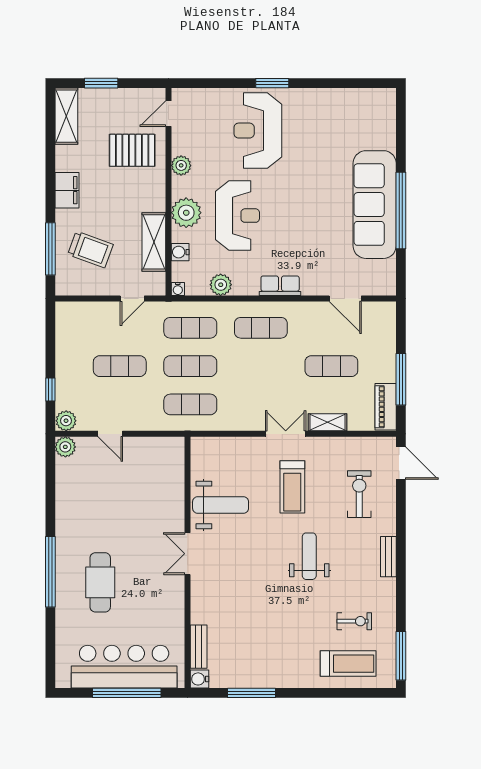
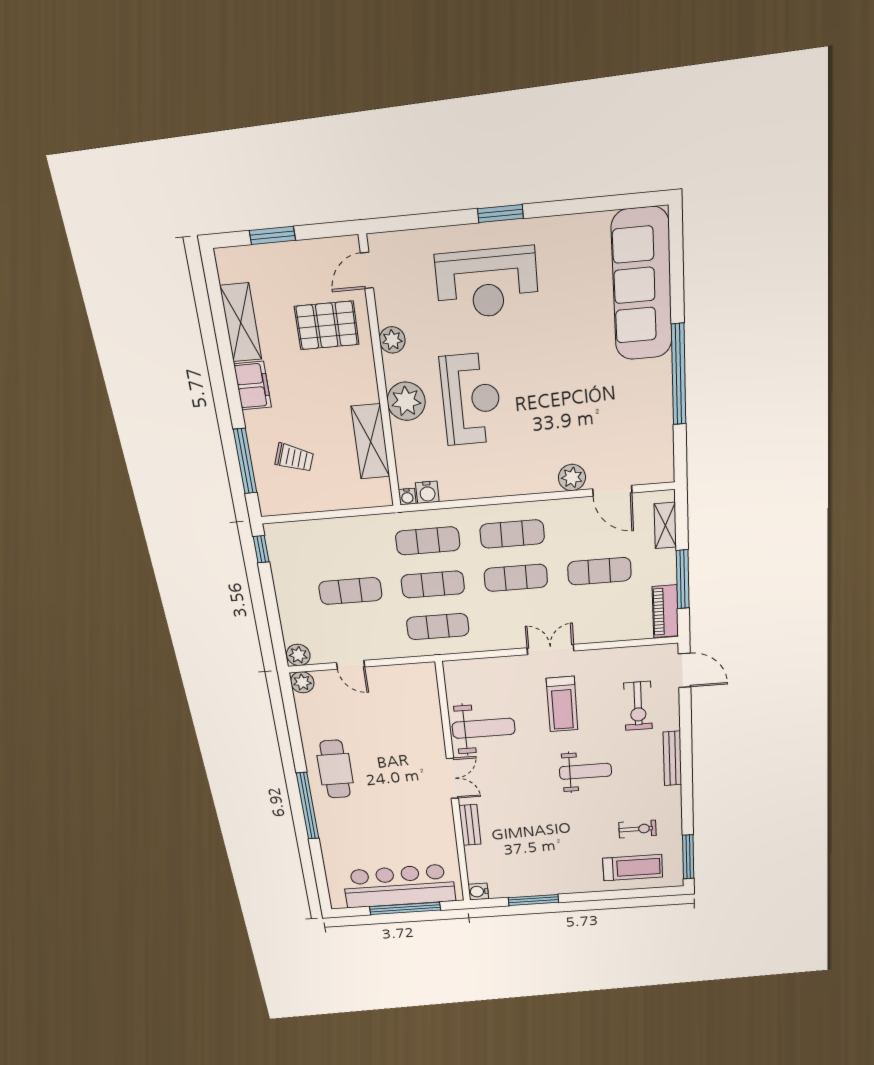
shelving: (66, 116) -> (241, 323), moved
reception desk: (258, 131) -> (487, 283), turned -90
sofa: (375, 205) -> (642, 285), moved
trolley: (90, 250) -> (294, 458), width x0.73, depth x0.72
water cooler: (180, 252) -> (427, 492), moved, turned -90
plant: (221, 285) -> (572, 478), moved
row of seats: (280, 286) -> (531, 482), removed
door: (132, 298) -> (354, 512), removed
exercise mat: (261, 366) -> (516, 578), added
window: (50, 390) -> (261, 549), moved
shelving: (327, 422) -> (665, 526), moved, turned 90
exercise bike: (359, 494) -> (638, 706), turned 180
double door: (187, 554) -> (452, 778), swing flipped
weight bench: (309, 556) -> (585, 771), turned 90
bench: (388, 557) -> (672, 758), width x1.36
cafe table: (100, 582) -> (335, 769), moved
bench: (199, 647) -> (470, 825), moved

